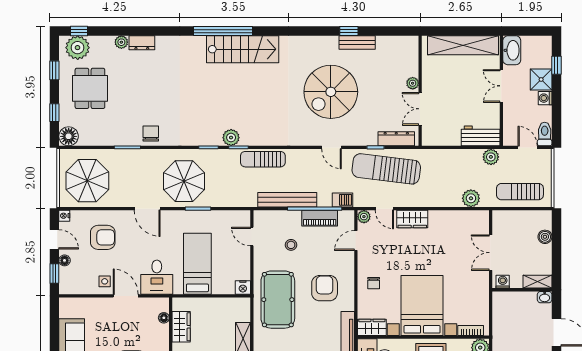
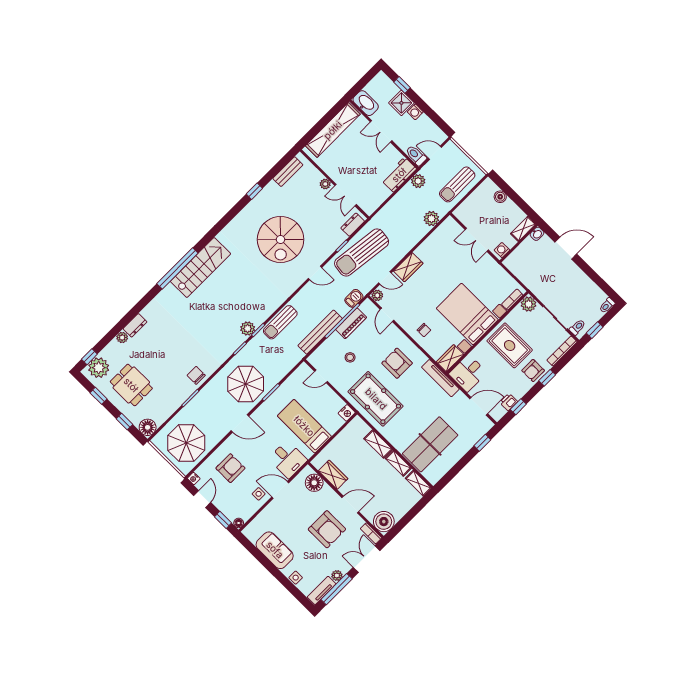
bench: (357, 43) -> (288, 172), moved
toilet: (545, 134) -> (416, 155), moved
dresser: (396, 139) -> (353, 225), width x0.70
door: (54, 239) -> (202, 499), hinge flipped
floor lamp: (65, 260) -> (239, 523), moved
floor lamp: (164, 318) -> (314, 483), width x1.89, depth x1.89

